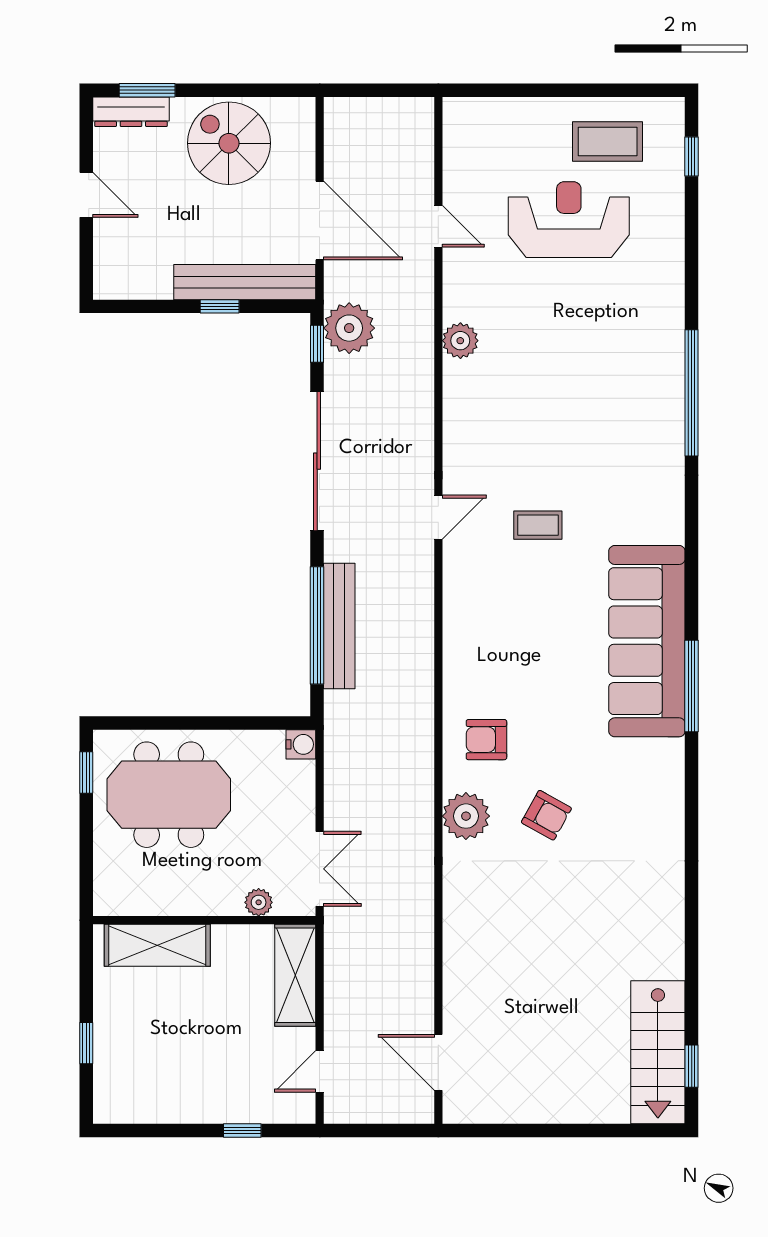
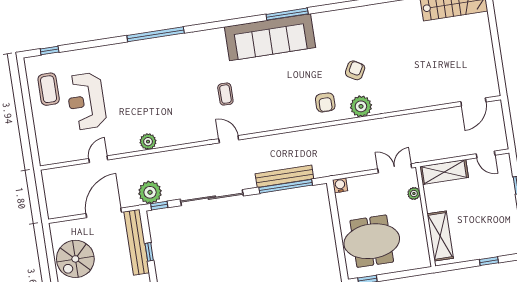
meeting table: (169, 795) -> (372, 241), turned 90

